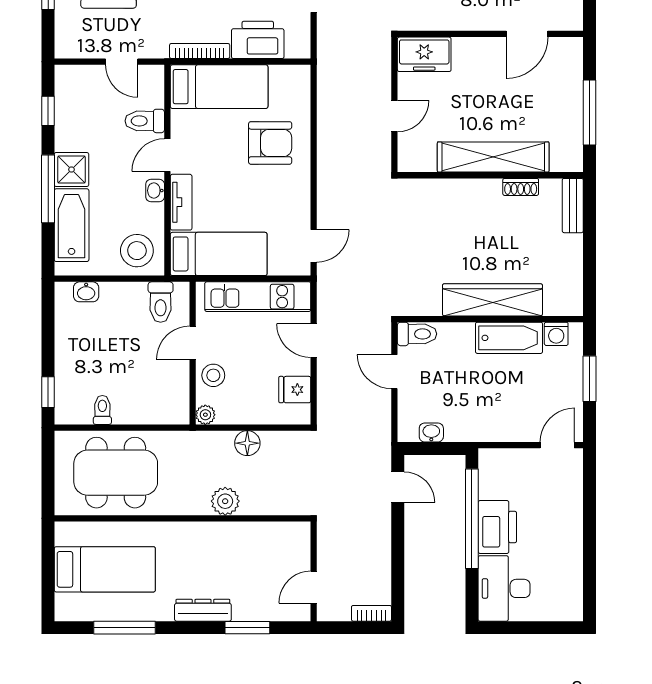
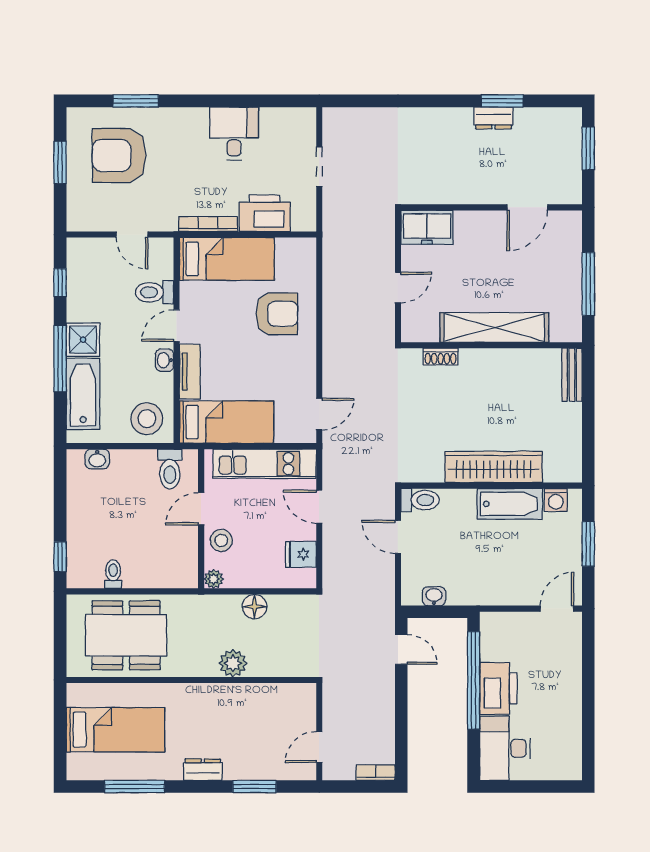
shoe rack: (521, 187) -> (441, 357), moved
dresser: (203, 610) -> (203, 770), width x0.70

